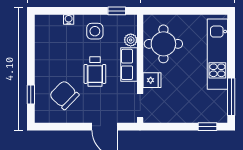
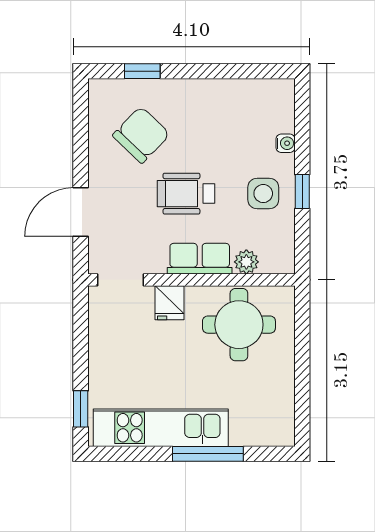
window: (117, 11) -> (302, 191), moved
kitchen unit: (217, 54) -> (161, 428), moved
window: (231, 97) -> (208, 454), moved

